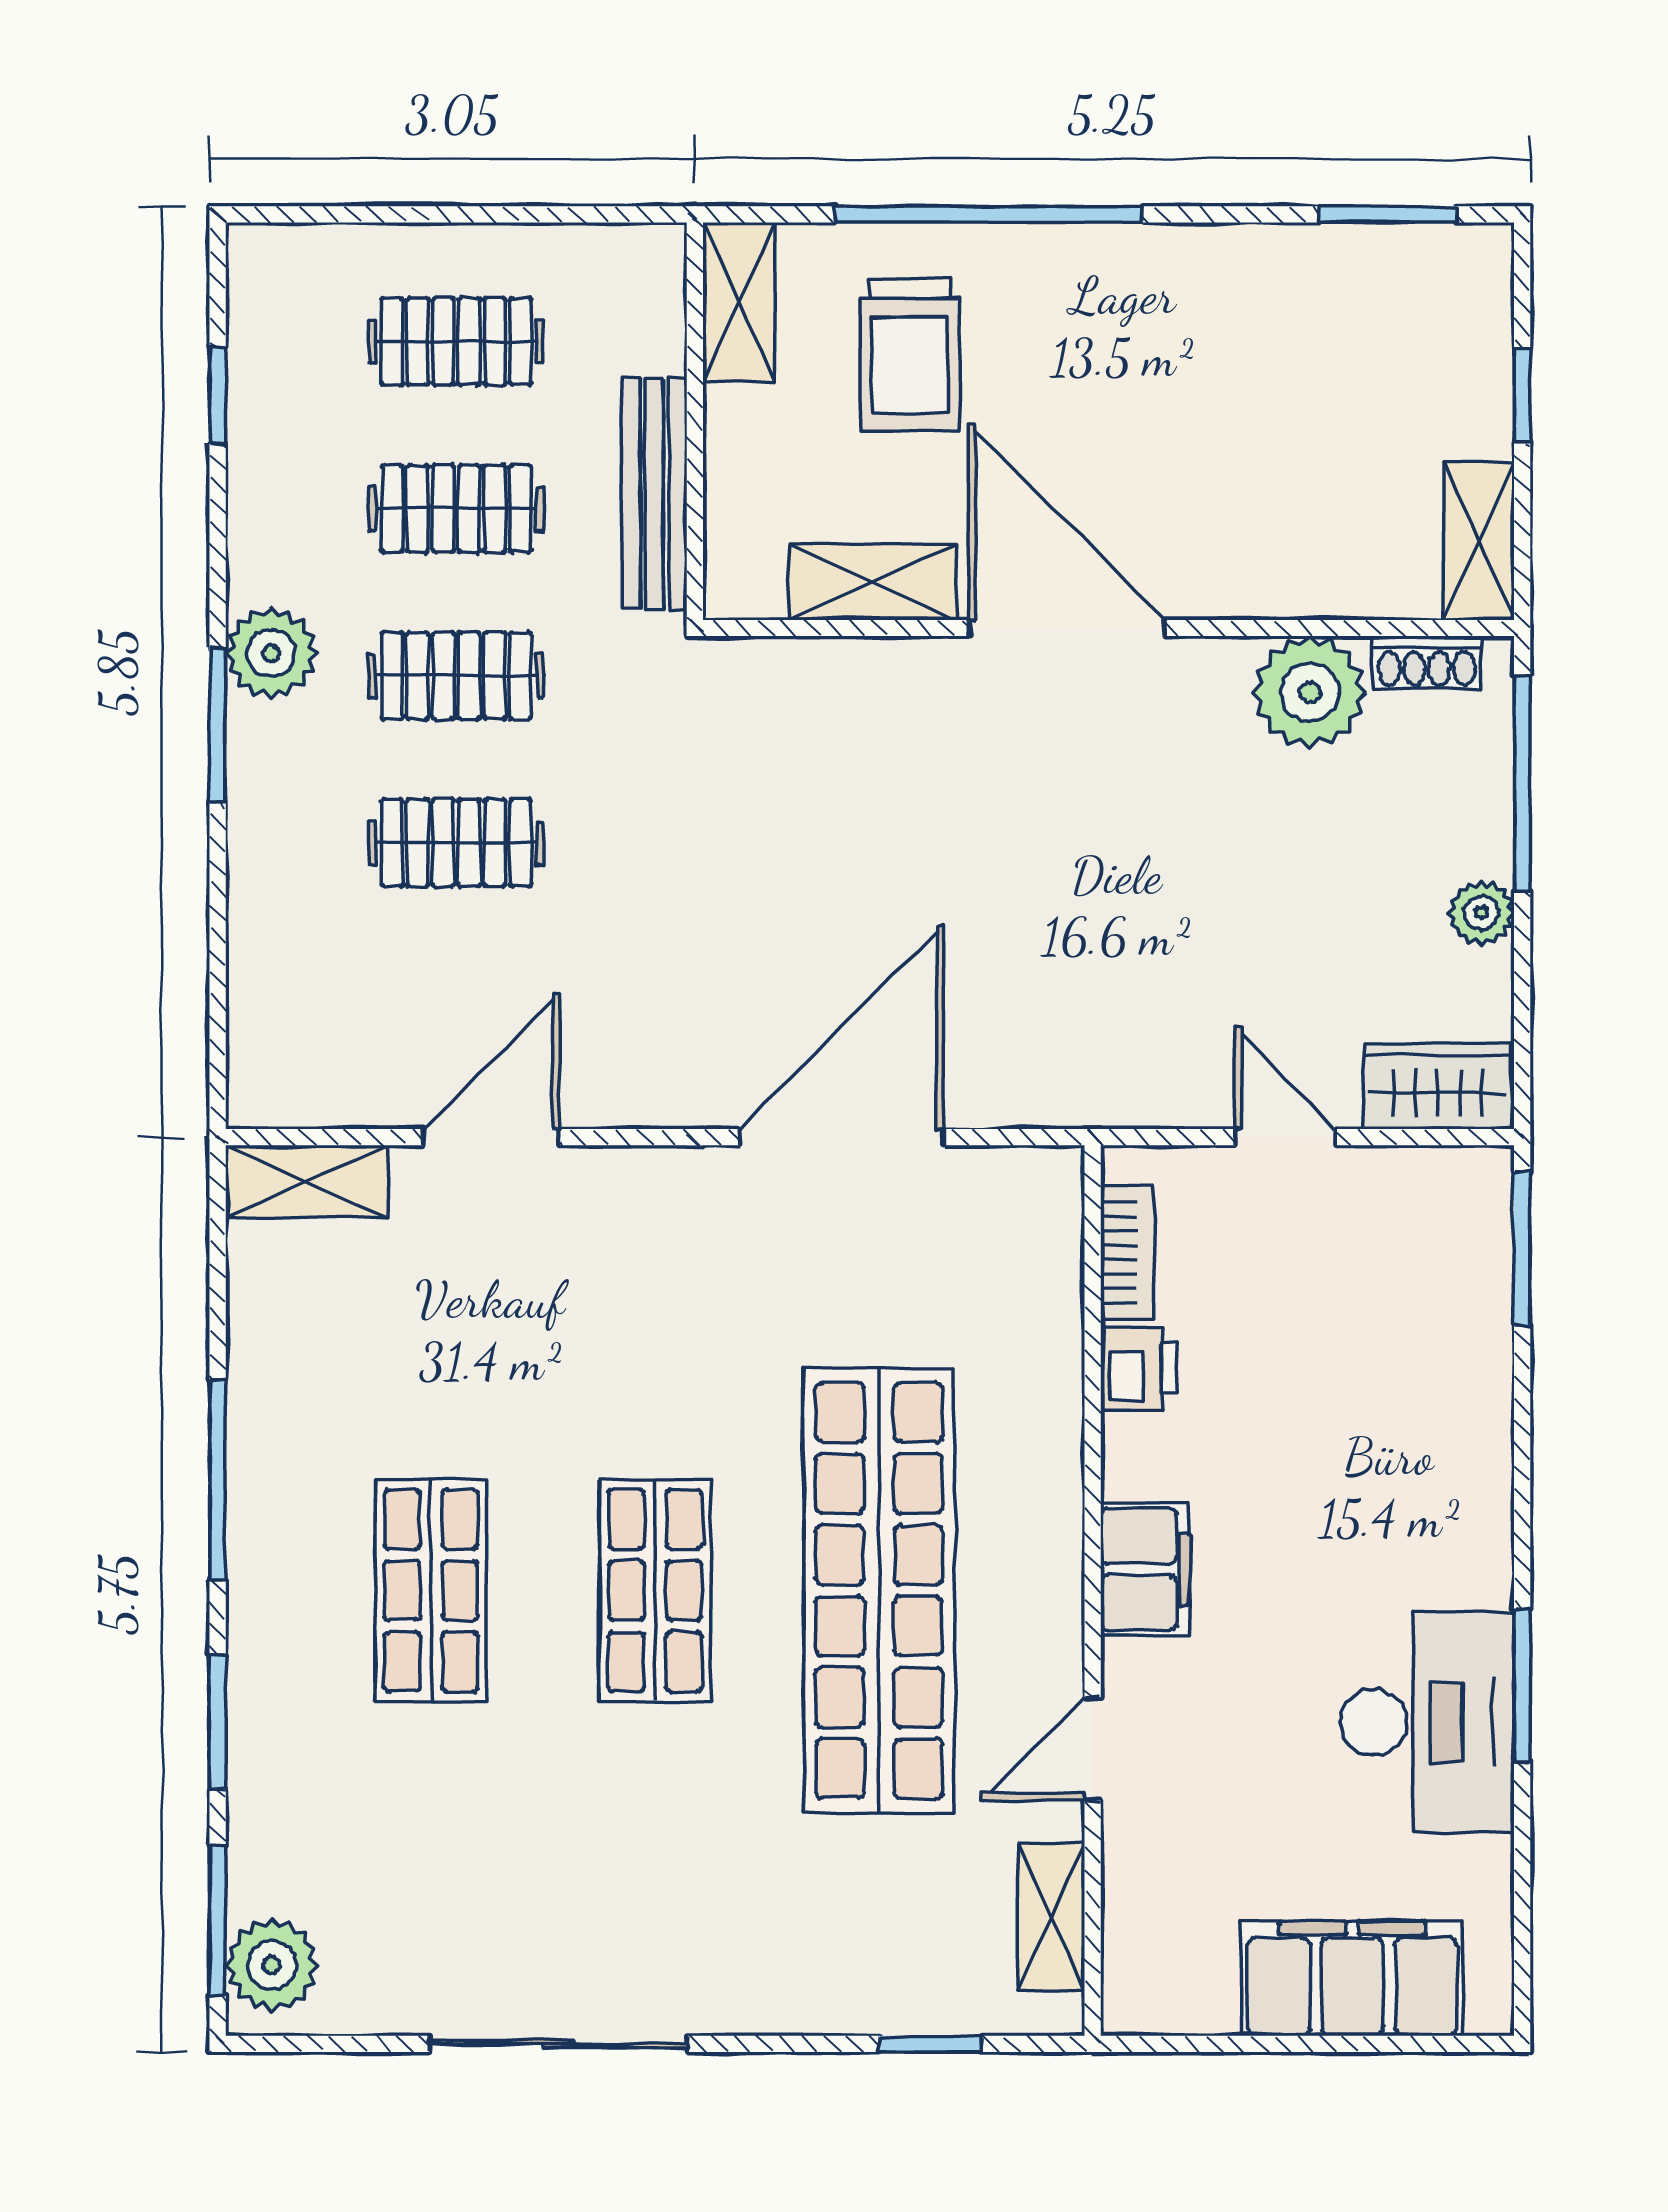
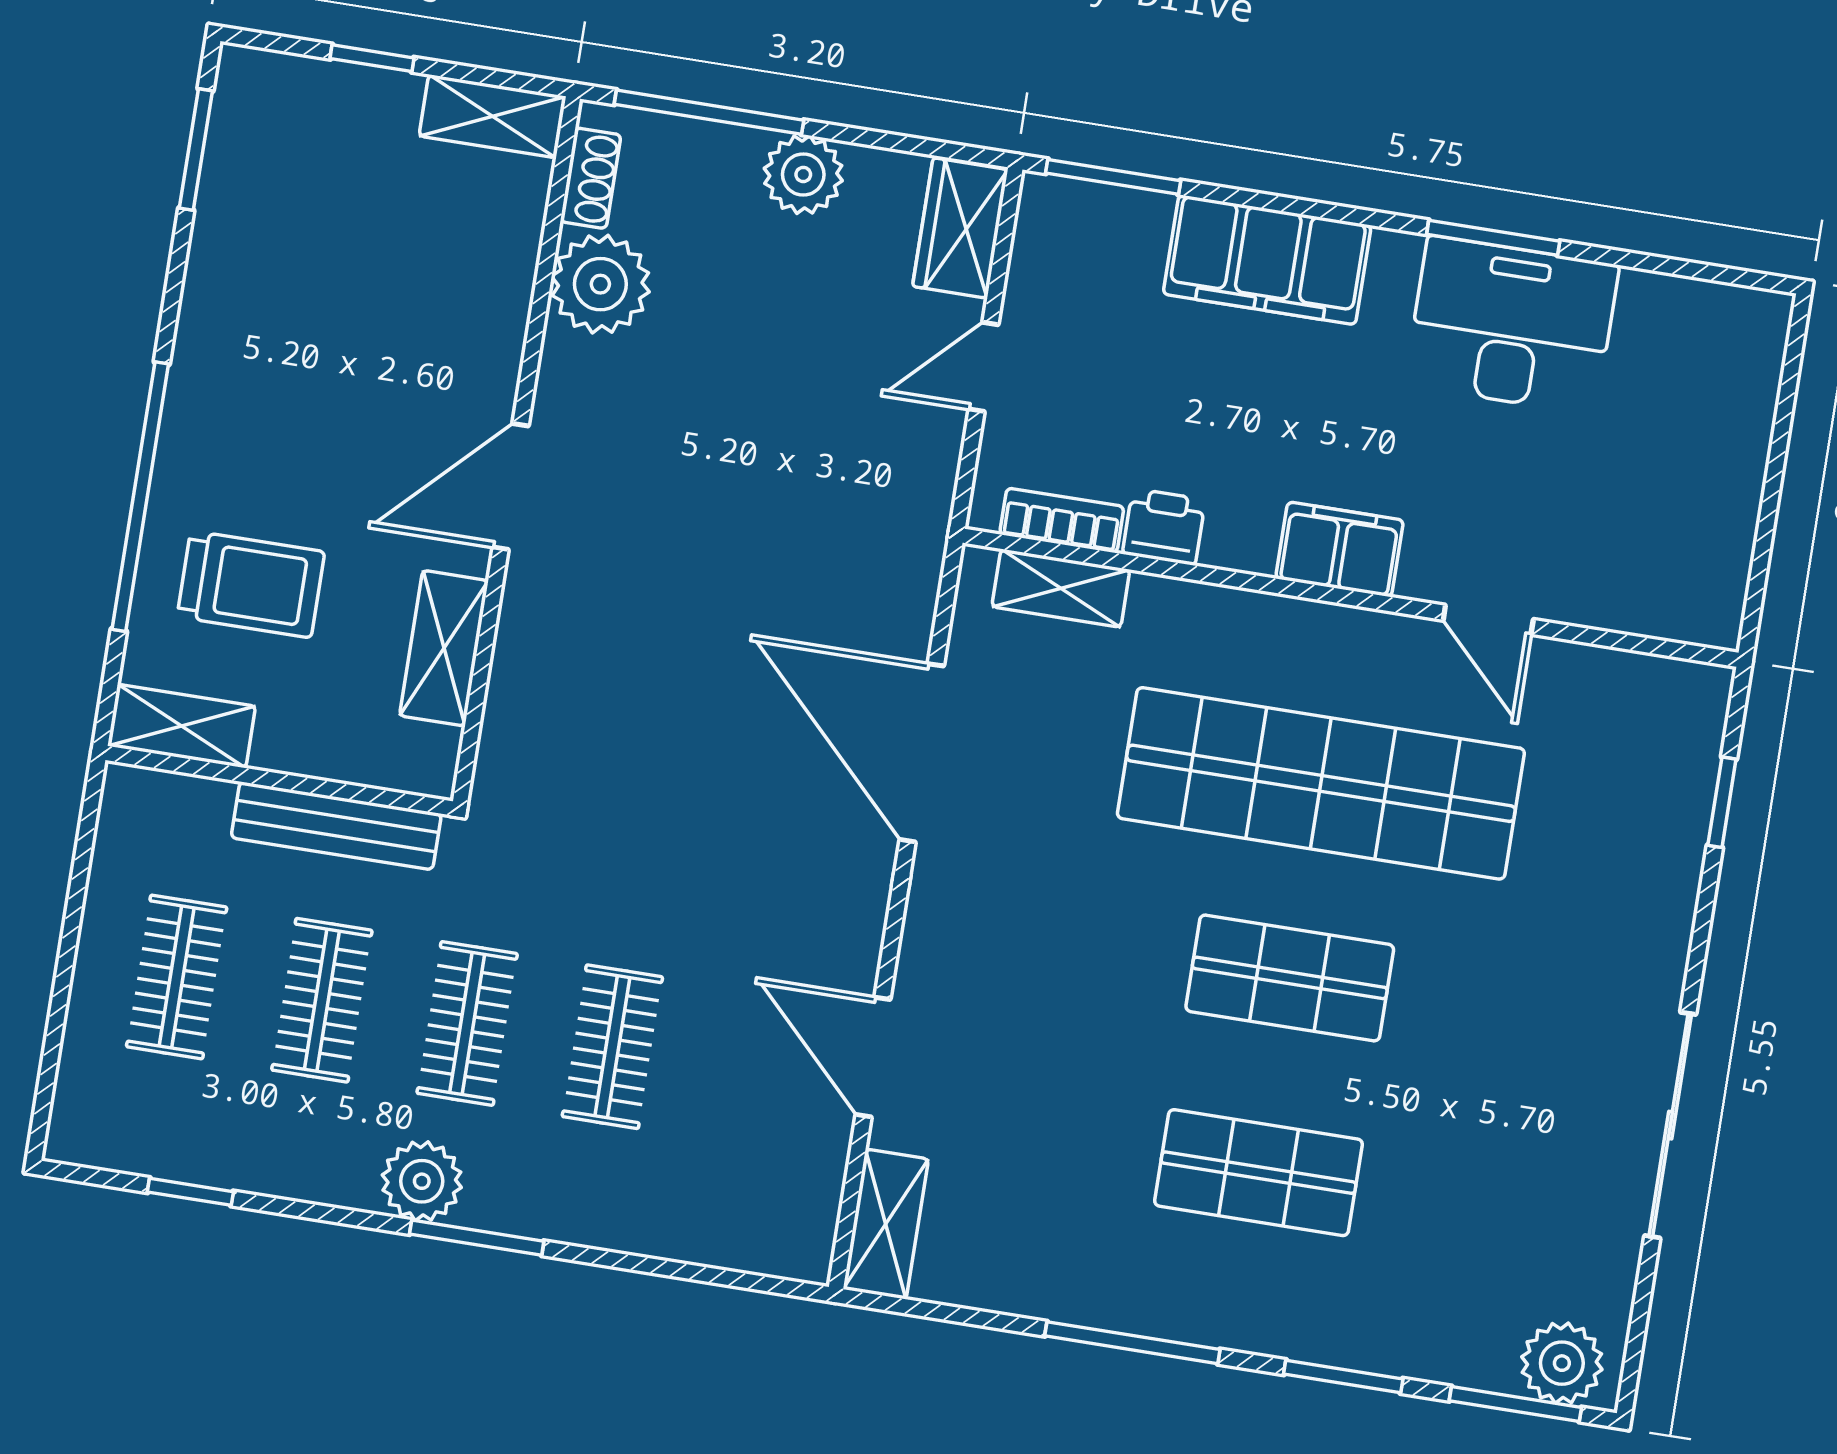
door: (1067, 628) -> (511, 486), width x0.73
plant: (1481, 913) -> (803, 175), width x1.38, depth x1.38
shelving: (1051, 1917) -> (1061, 588), moved
filing cabinet: (1352, 1979) -> (1267, 260), moved, turned -90

